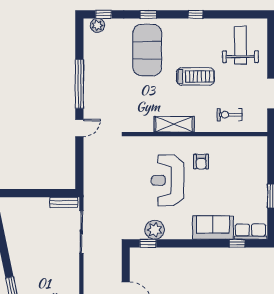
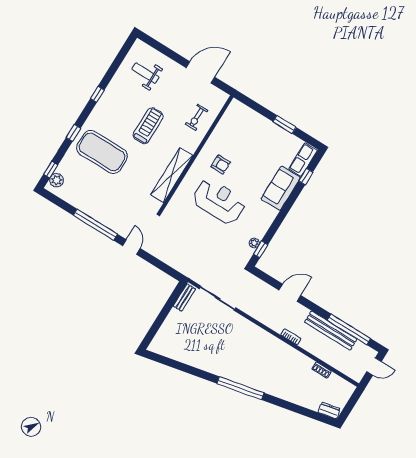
weight bench: (240, 45) -> (145, 73), width x0.73, depth x0.75
shelving: (174, 124) -> (172, 175), width x1.47
reception desk: (168, 180) -> (219, 201), turned 180
plant: (155, 230) -> (254, 243), width x0.53, depth x0.53

